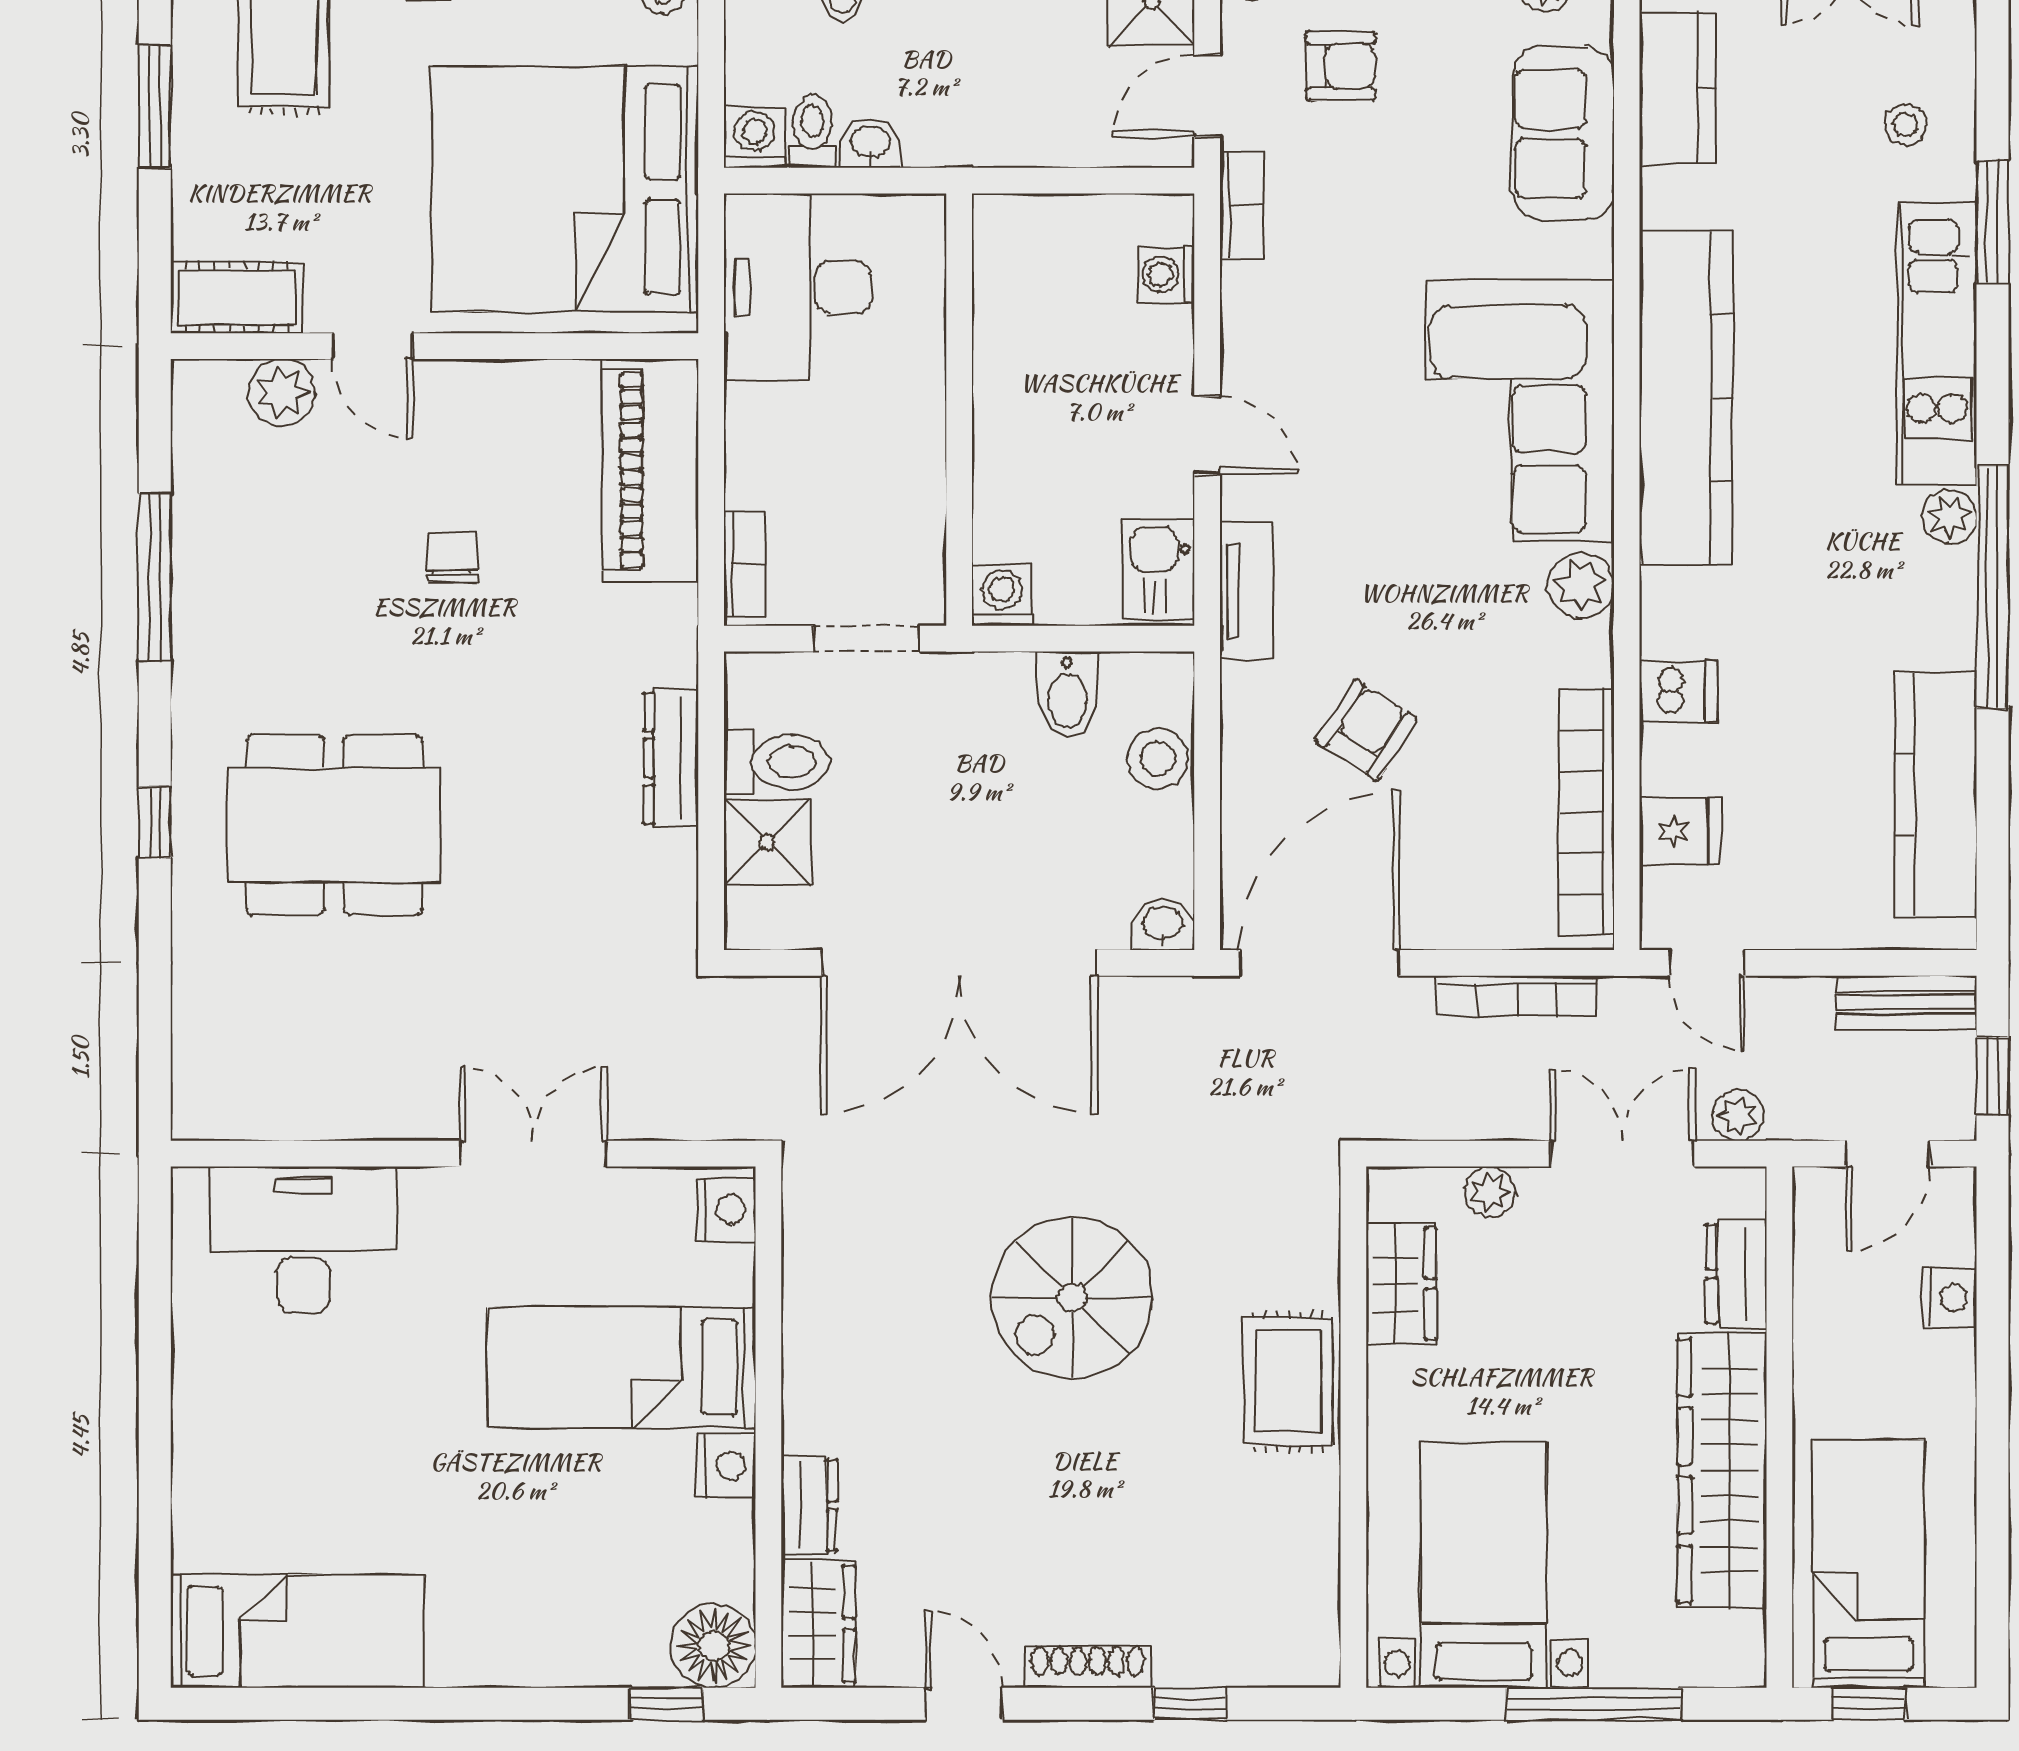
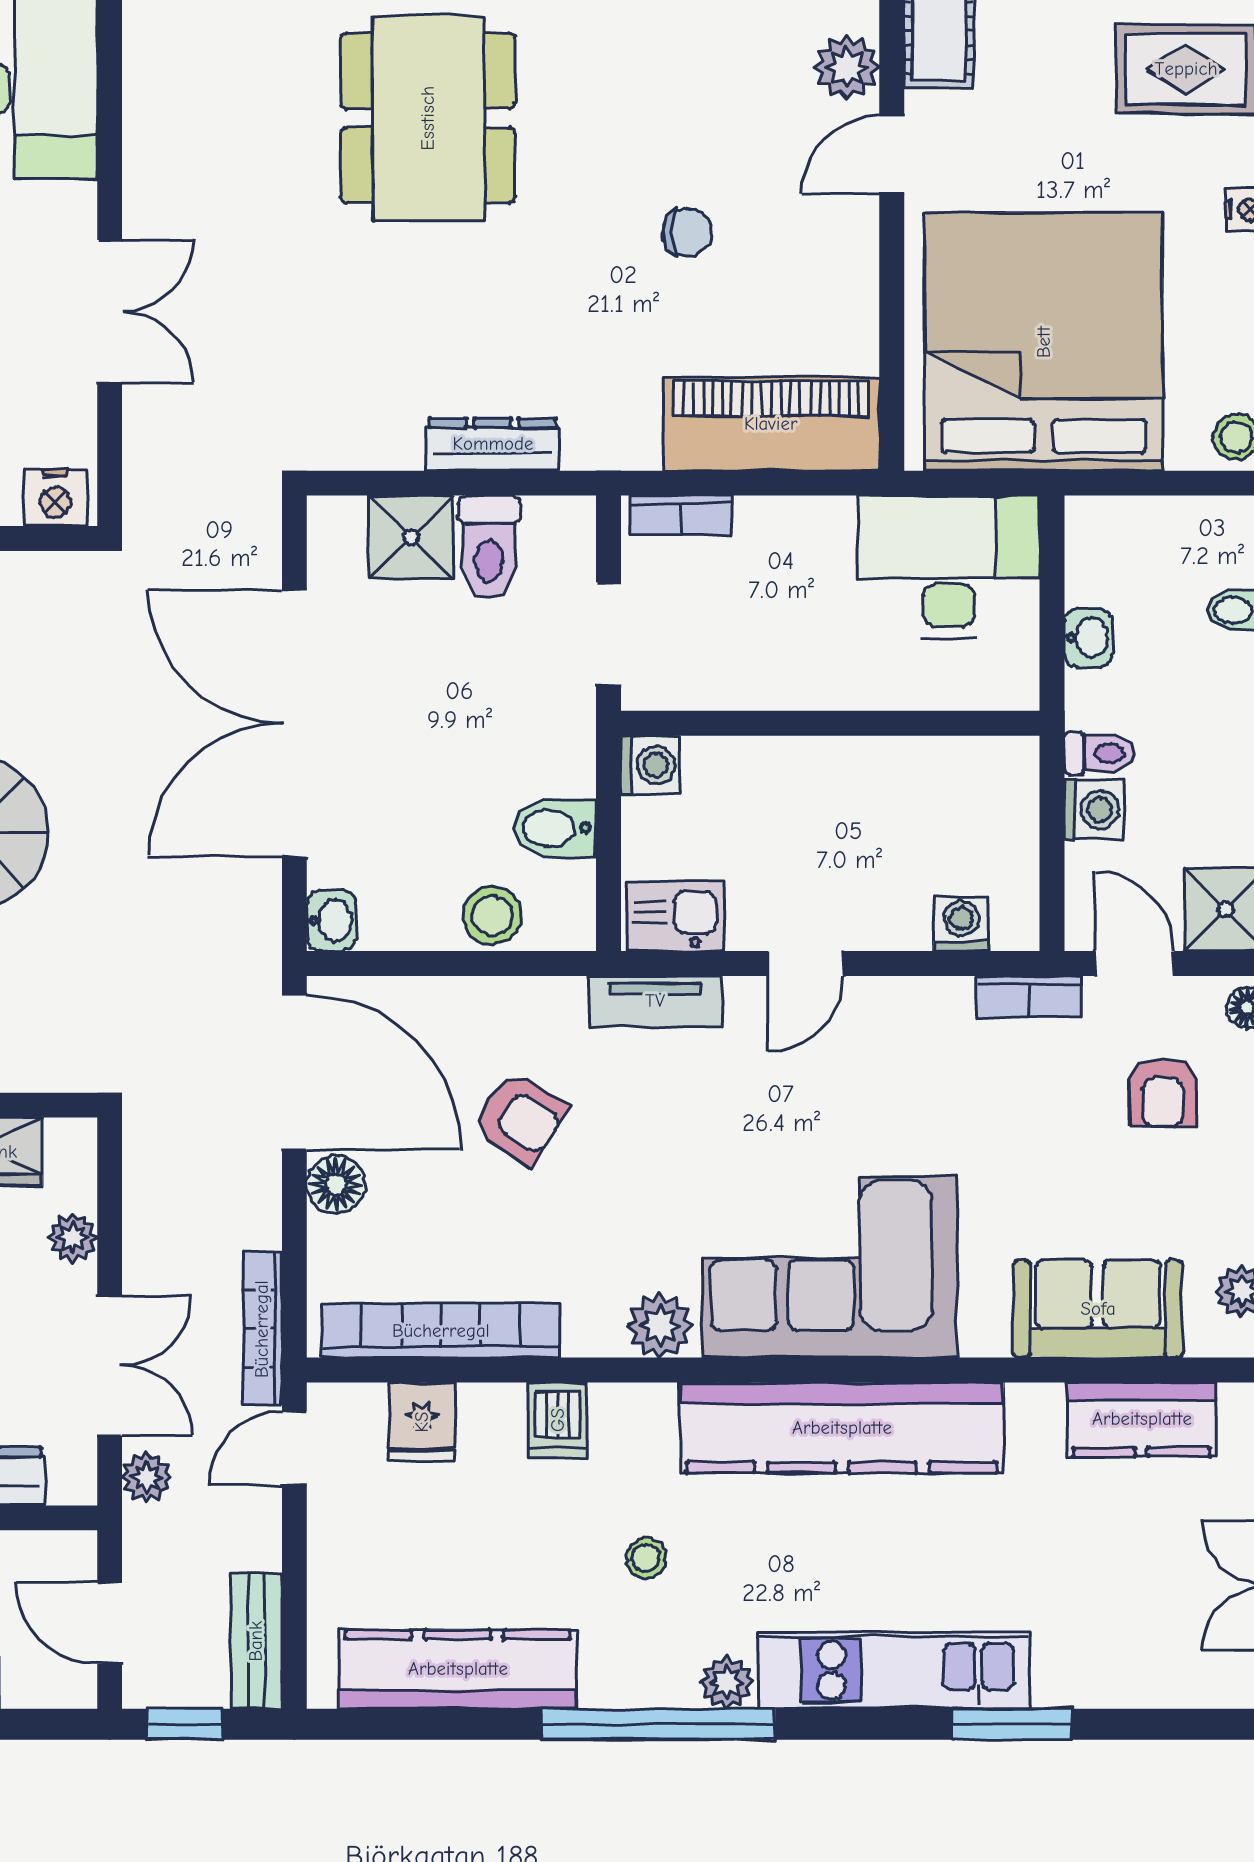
stool: (1906, 125) -> (646, 1558), moved
toilet: (812, 131) -> (1100, 753), moved
washing machine: (754, 137) -> (1094, 810), moved
floor lamp: (1435, 920) -> (336, 1185), added
bookcase: (1517, 996) -> (262, 1329), moved

